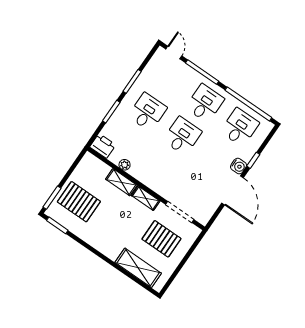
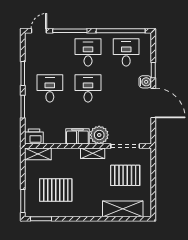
door: (174, 52) -> (39, 31), hinge flipped
plant: (125, 165) -> (99, 135), moved, width x1.88, depth x1.88
filing cabinet: (142, 173) -> (77, 136), added
shelving: (121, 182) -> (38, 154), moved
pallet: (79, 202) -> (56, 190), moved

